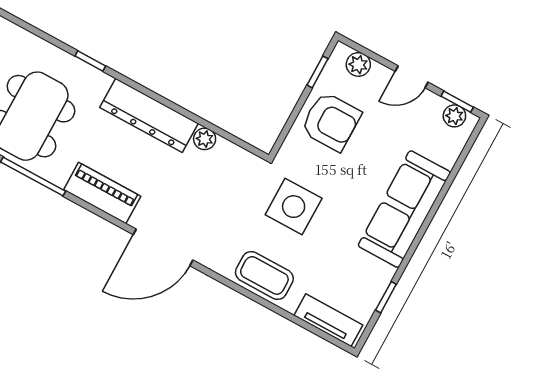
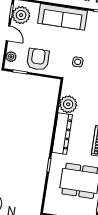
plant: (454, 116) -> (21, 15), width x1.88, depth x1.88
plant: (205, 139) -> (68, 104), width x1.87, depth x1.87
side table: (294, 207) -> (78, 62), width x0.54, depth x0.54

